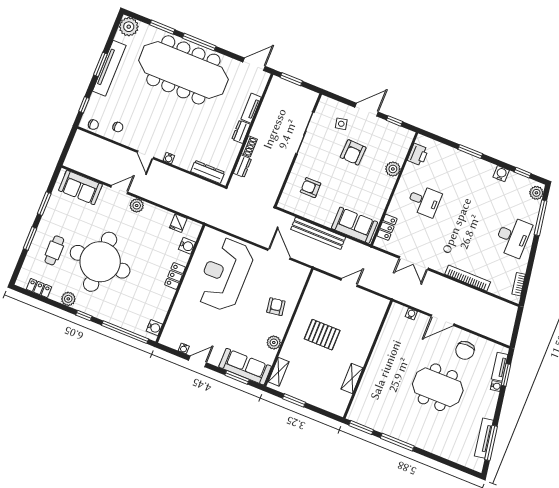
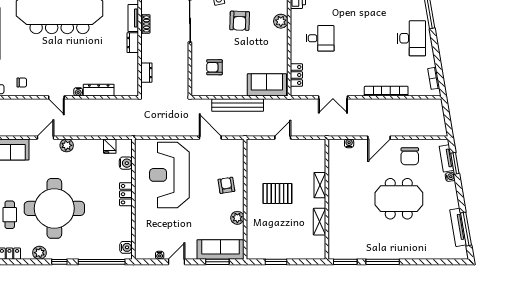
shoe rack: (249, 146) -> (145, 24), moved
dresser: (208, 172) -> (99, 90), moved
shelving: (279, 372) -> (320, 185), moved

